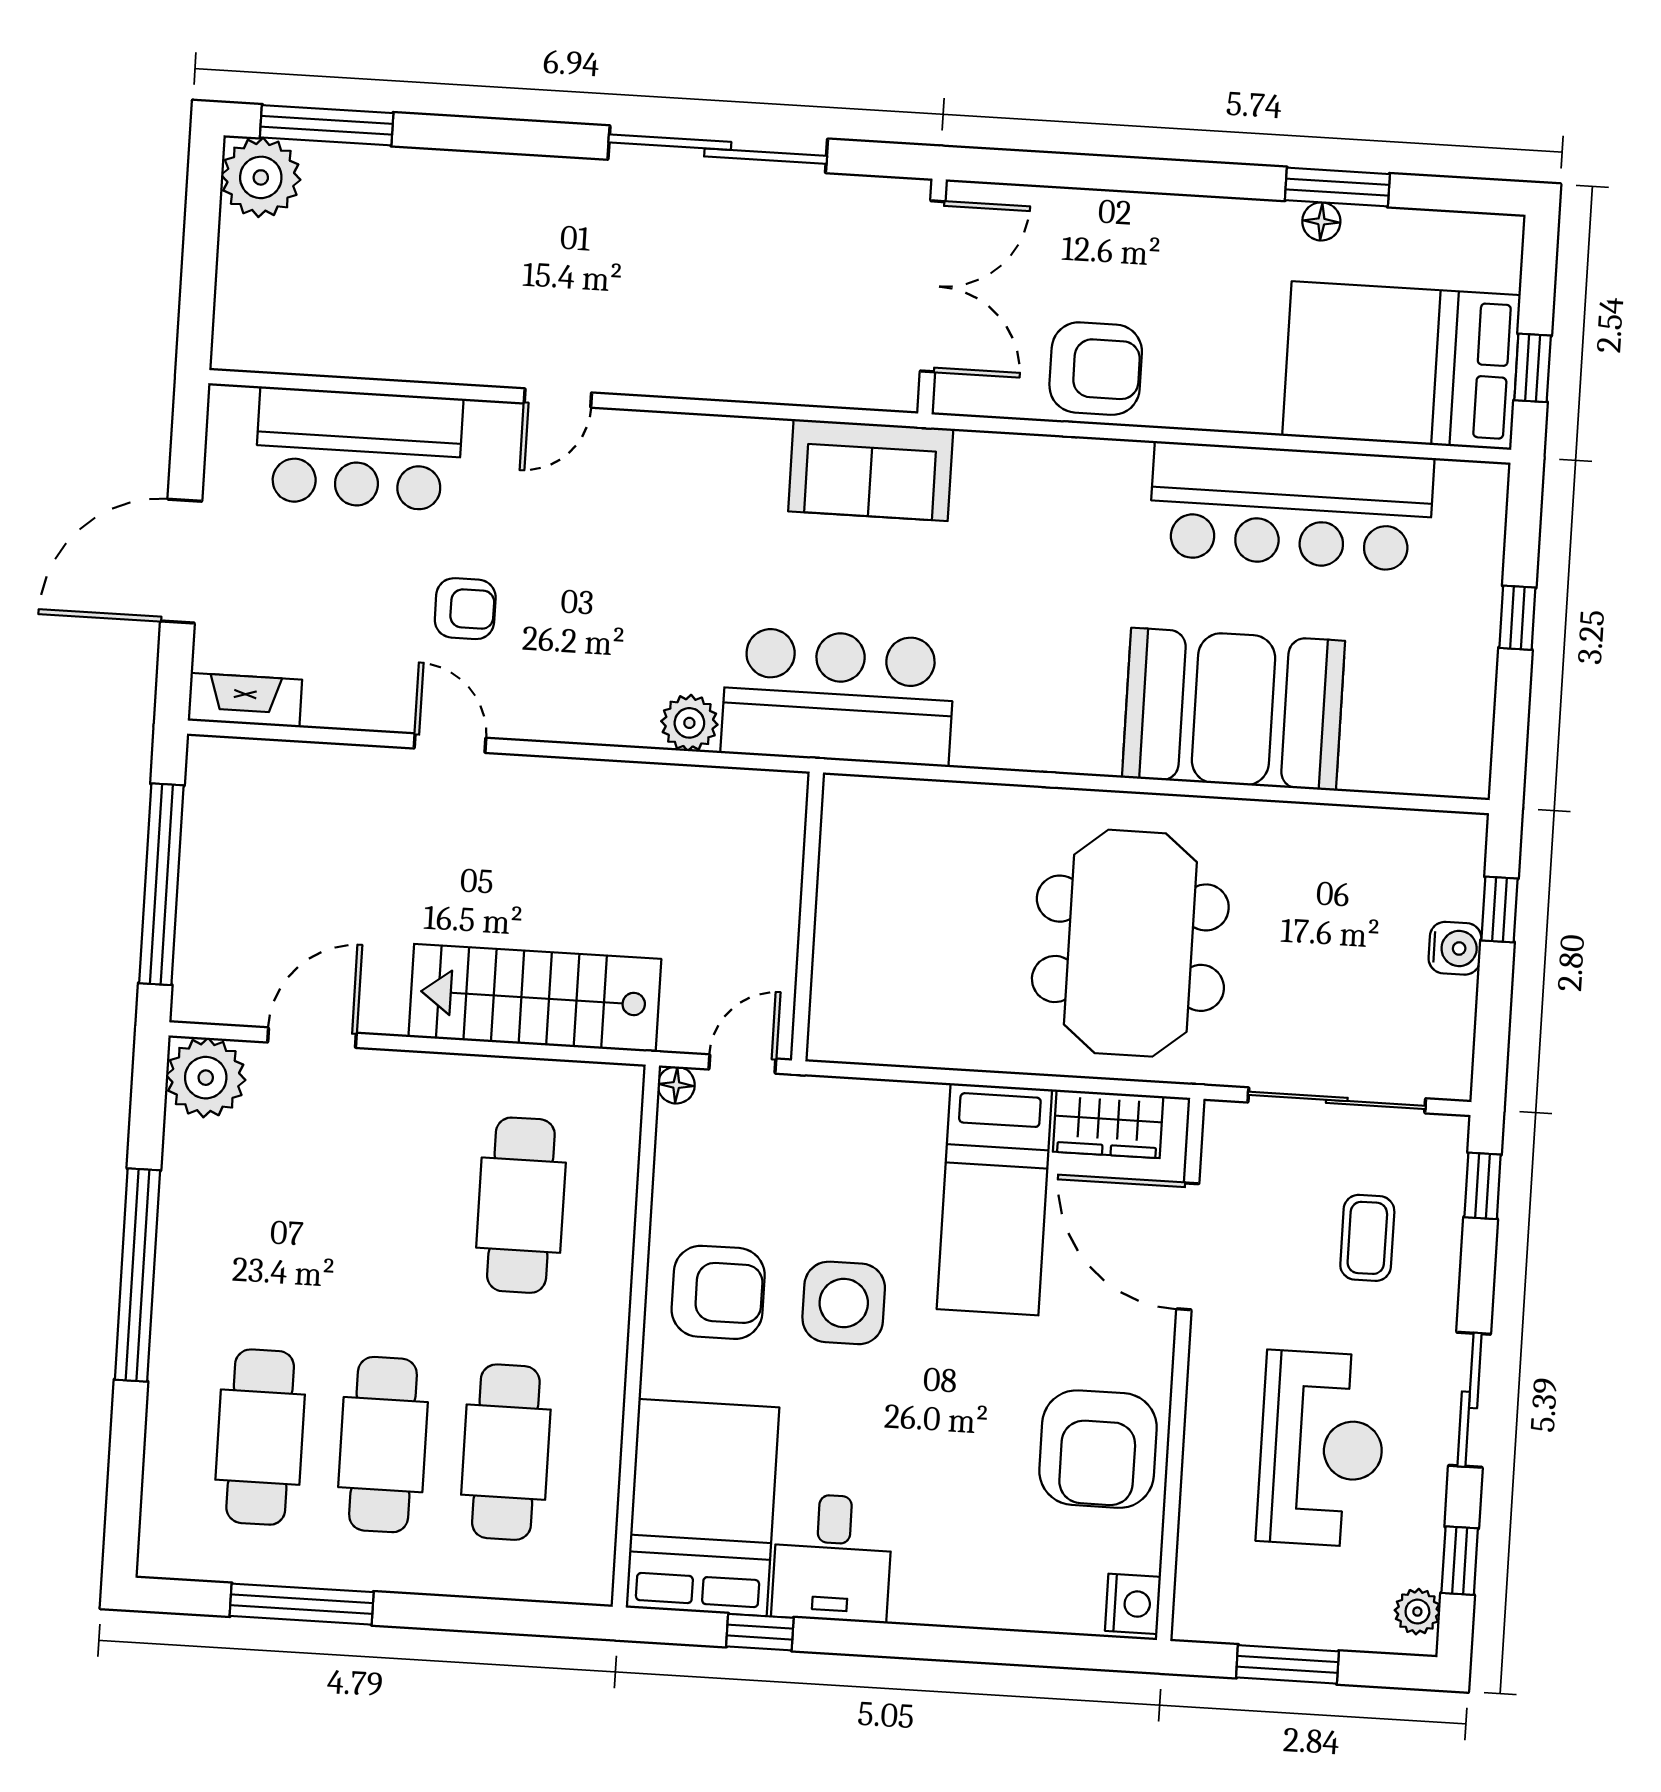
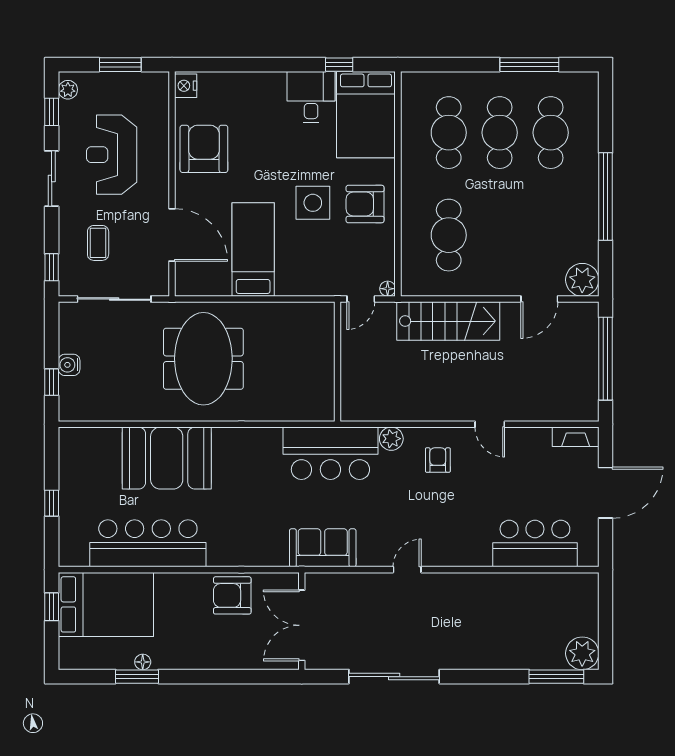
door: (558, 398) -> (407, 570), moved
armchair: (465, 609) -> (438, 460), moved, turned 90
wardrobe: (1108, 1124) -> (208, 283), removed

